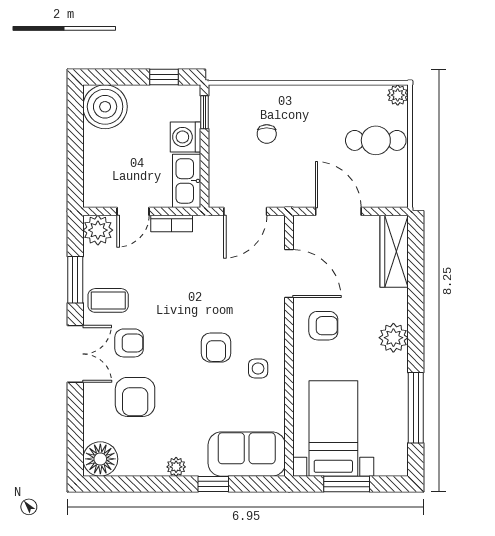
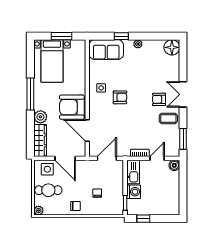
chair: (315, 105) -> (75, 206), added
boiler: (105, 107) -> (174, 165), moved, width x0.54, depth x0.54
side table: (378, 187) -> (47, 169), added
plant: (98, 230) -> (173, 150), removed
window: (75, 280) -> (183, 139), moved
armchair: (323, 326) -> (72, 107), width x1.88, depth x1.88
plant: (393, 338) -> (40, 117), moved
armchair: (216, 348) -> (120, 97), turned 90
armchair: (135, 397) -> (156, 75), removed
window: (416, 408) -> (30, 94), moved
bed with nightstands: (333, 429) -> (52, 61), moved

